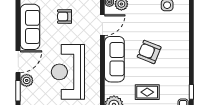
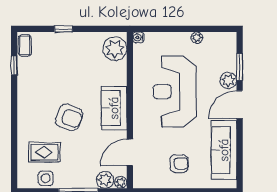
sofa: (114, 59) -> (114, 108), width x0.73
reception desk: (68, 72) -> (175, 92), turned 180
rug: (147, 92) -> (44, 152), moved

